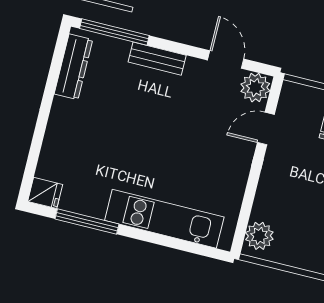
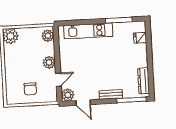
plant: (275, 174) -> (49, 62), added
fridge: (45, 193) -> (140, 38), moved

